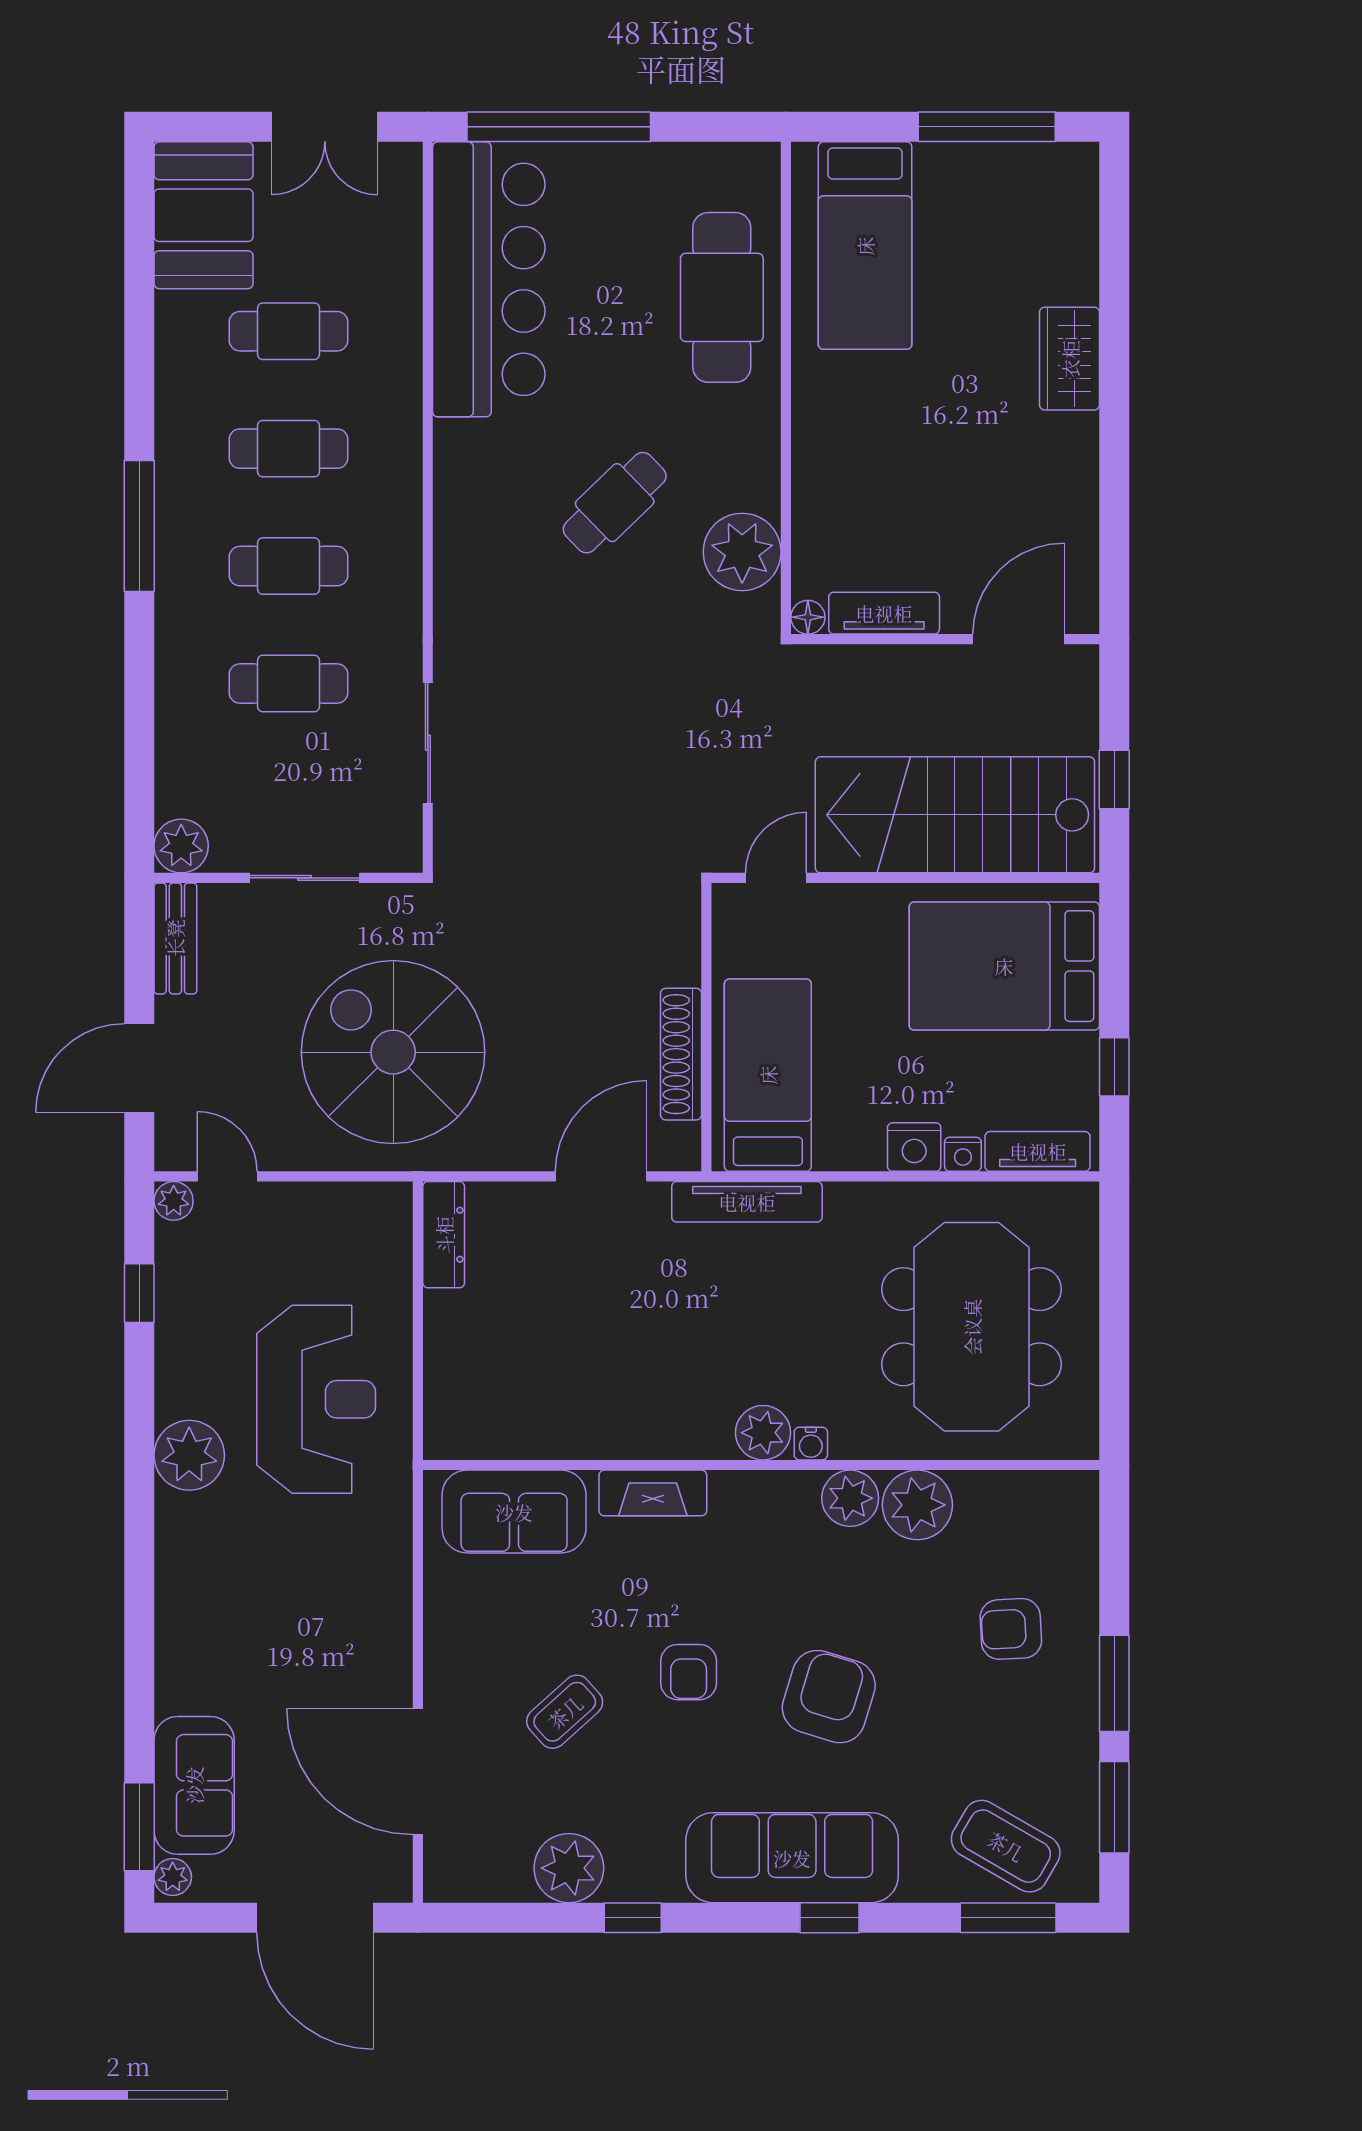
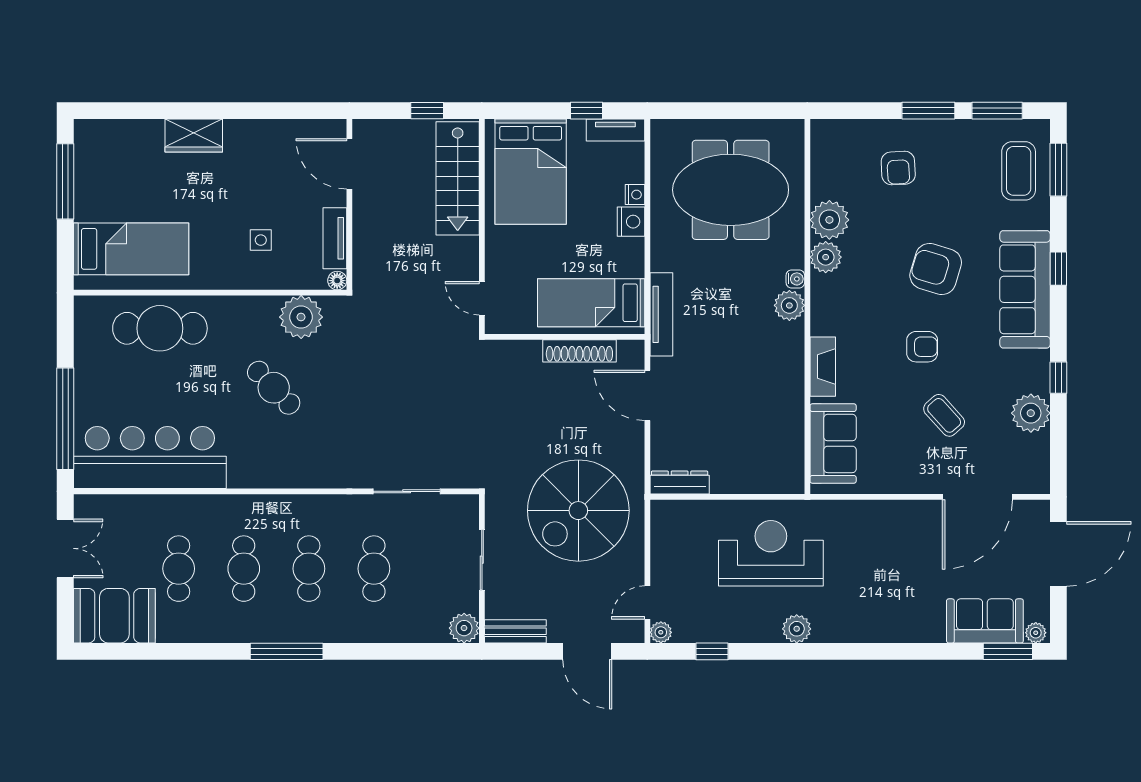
side table: (881, 479) -> (261, 240), added
stairs: (955, 815) -> (458, 178), width x0.73, depth x0.66
tv unit: (1038, 1151) -> (615, 130), moved, turned -90
plant: (189, 1455) -> (797, 629), width x0.73, depth x0.73
coffee table: (1006, 1846) -> (1019, 171), turned -30

